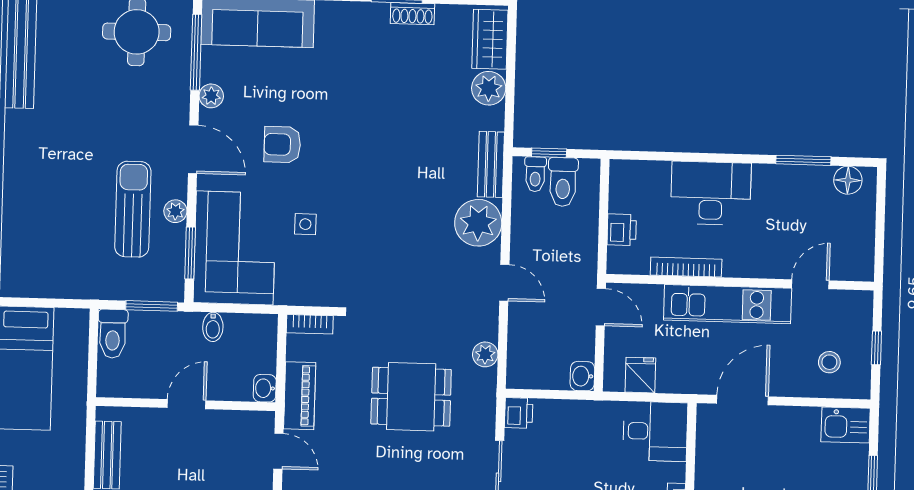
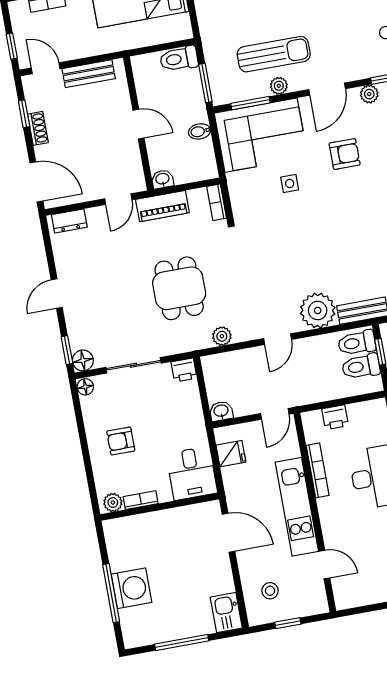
armchair: (282, 145) -> (345, 154), turned 90
toilet: (535, 174) -> (357, 343), width x1.37, depth x1.39

